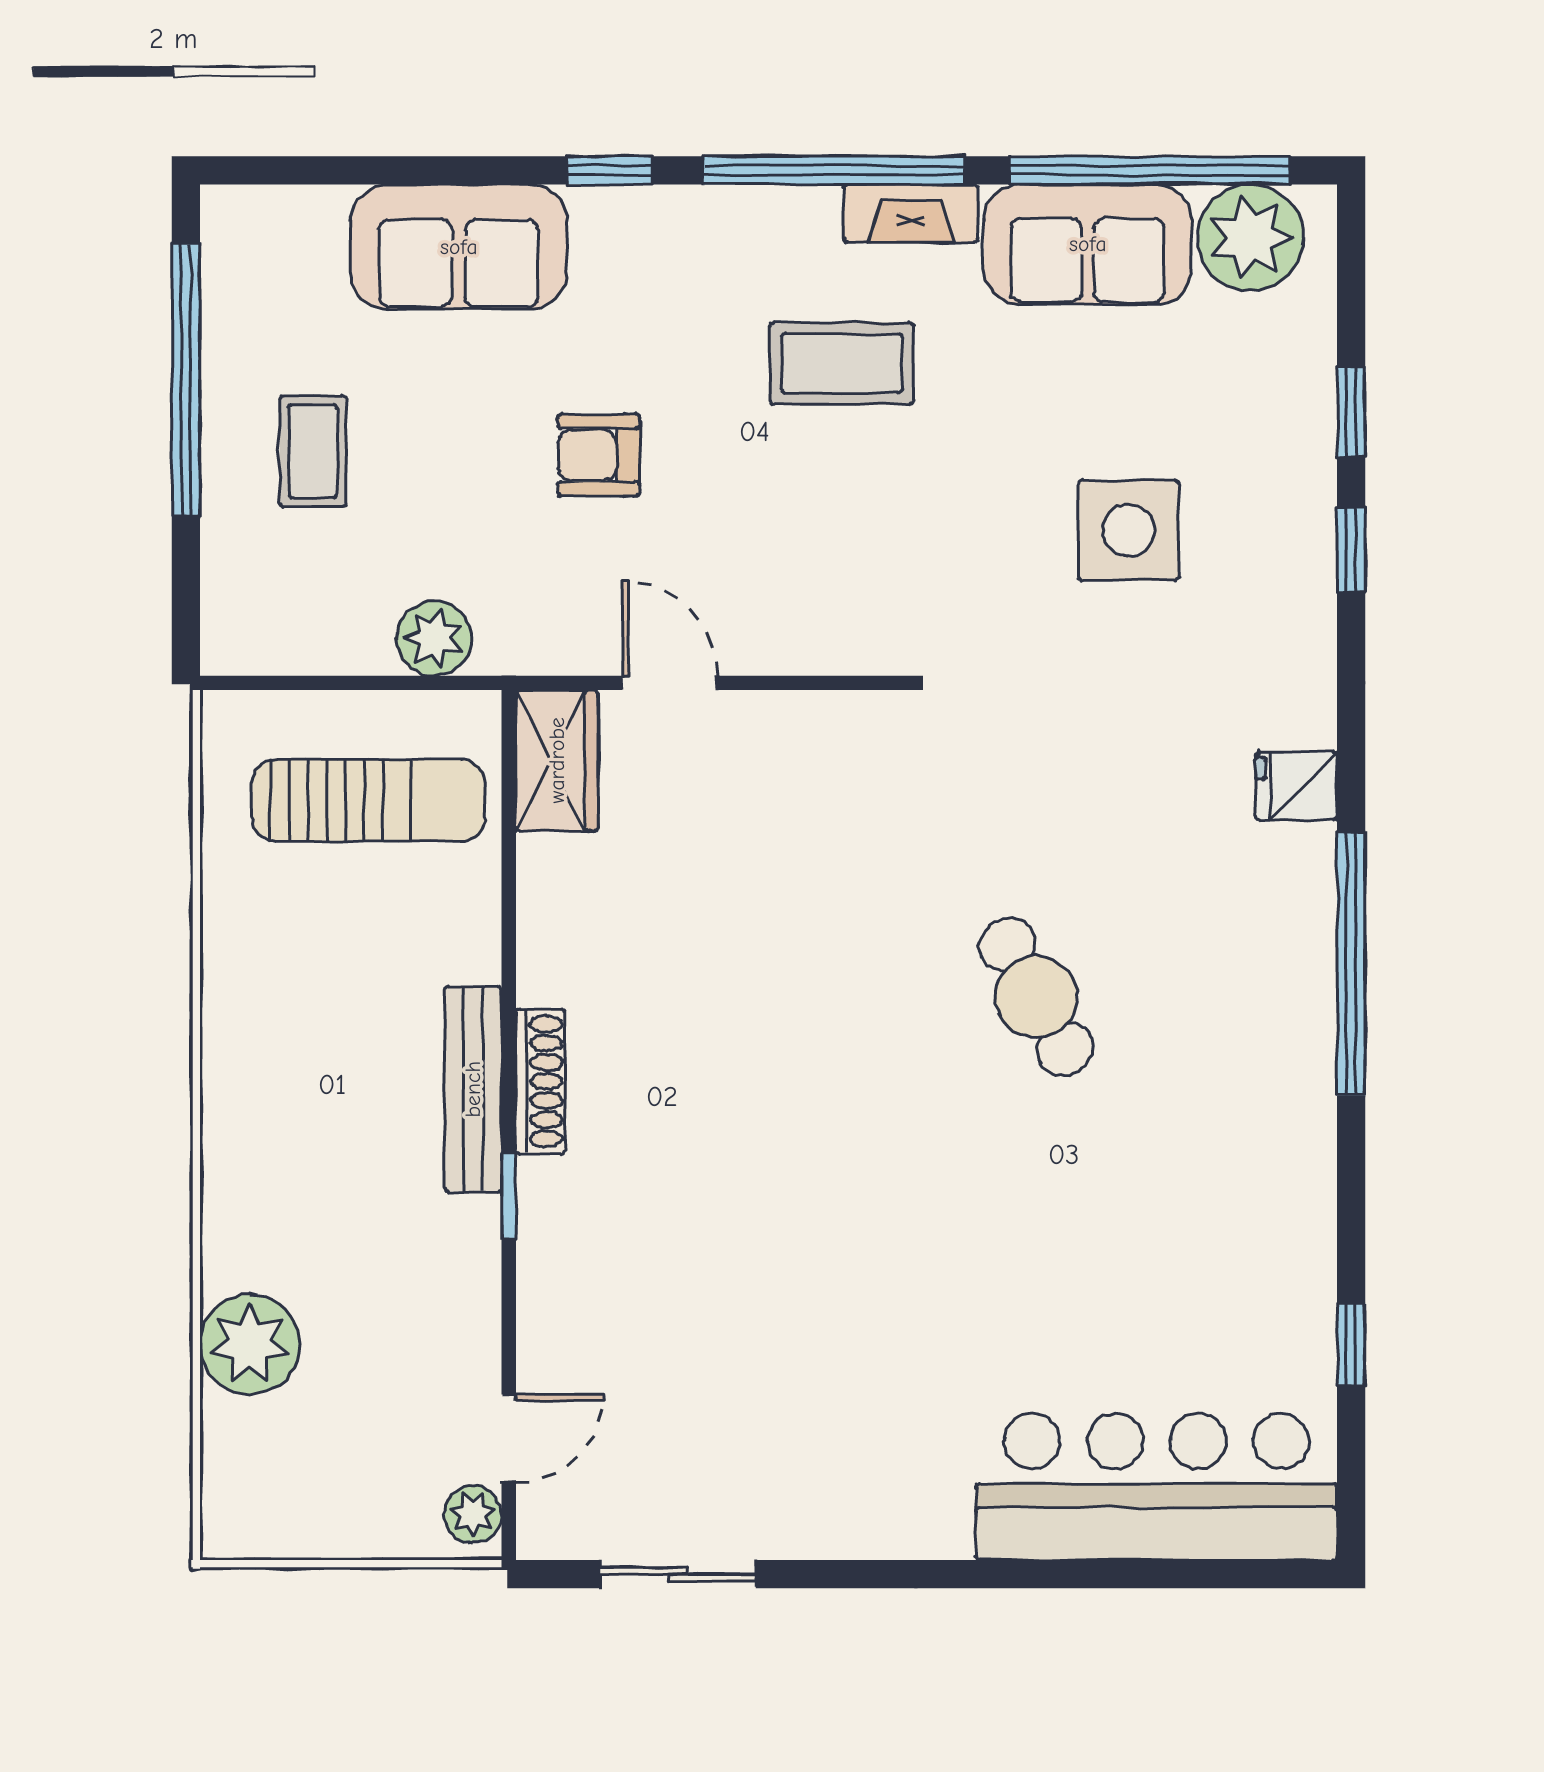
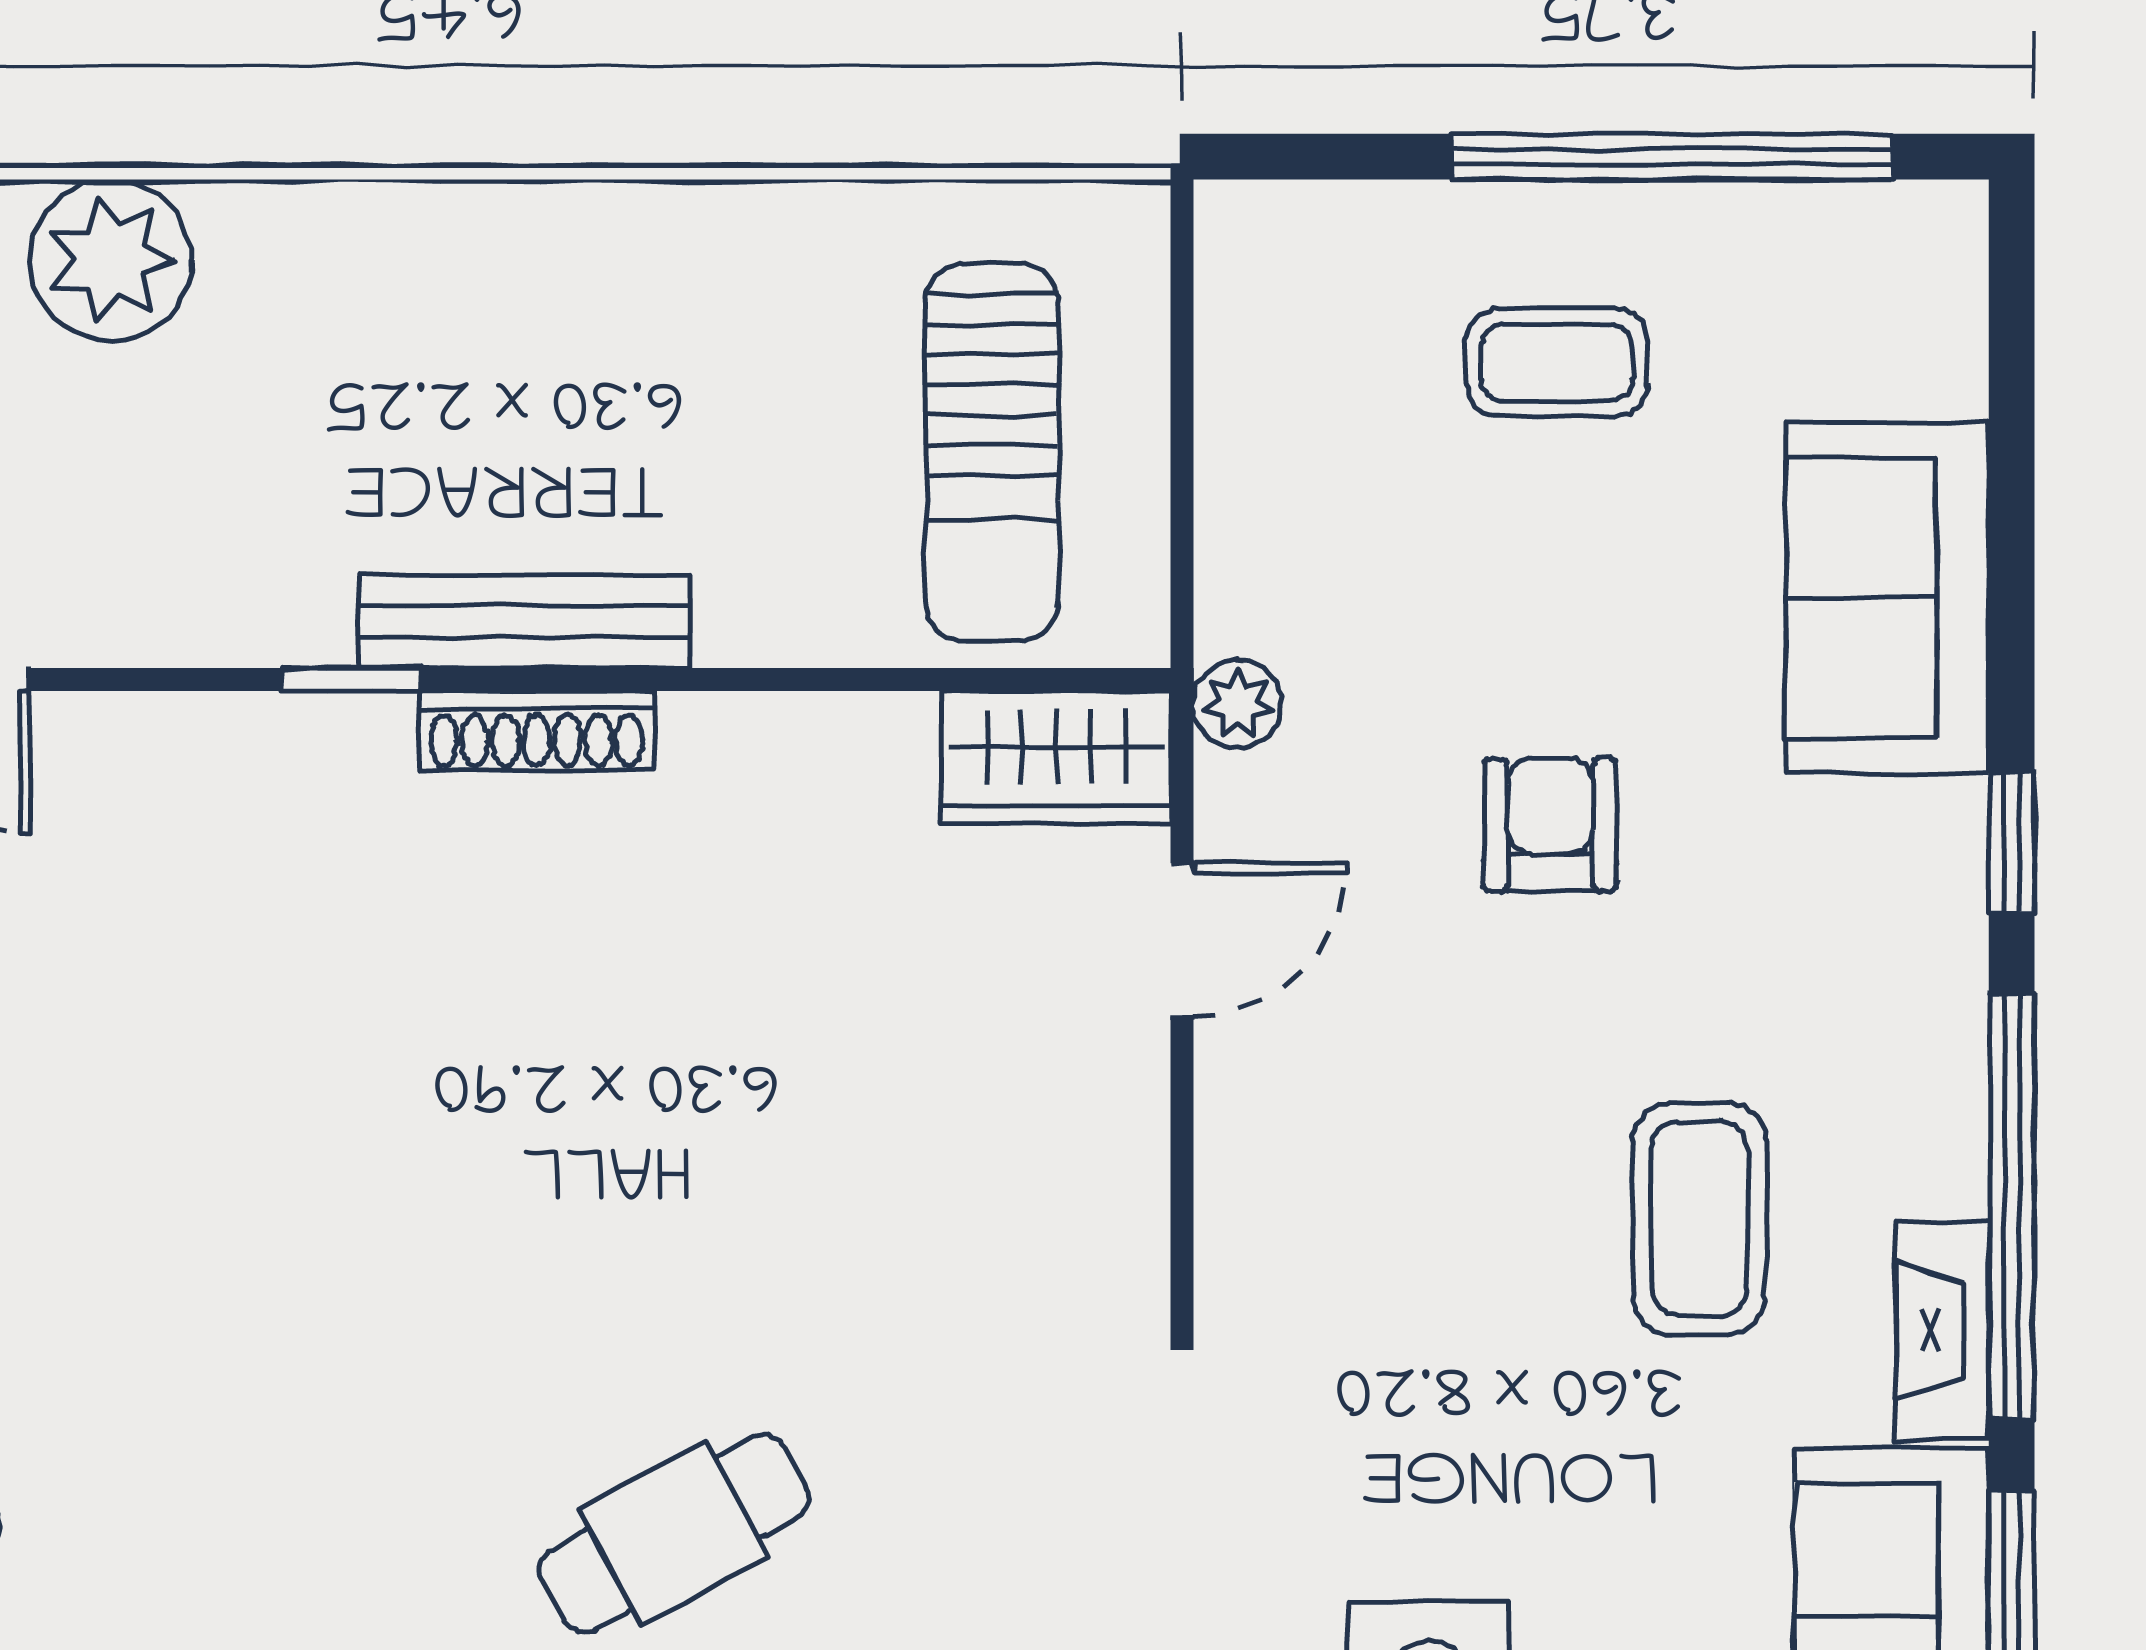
plant: (434, 638) -> (1237, 704), moved, width x0.73, depth x0.73

